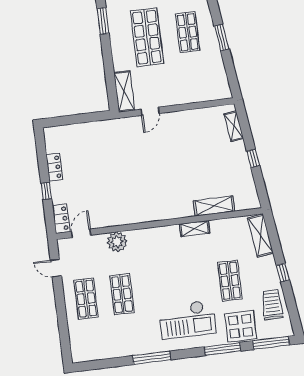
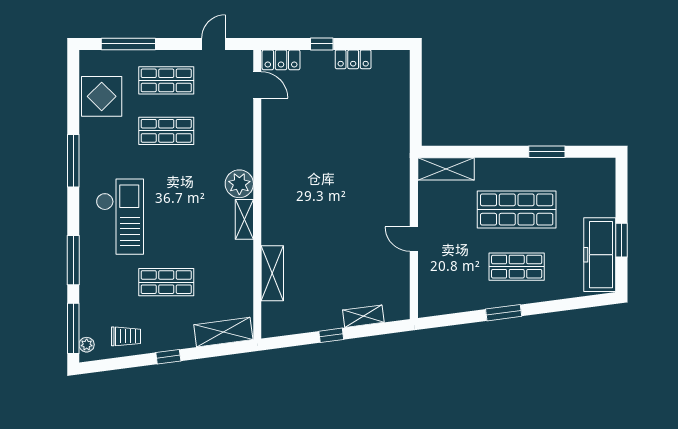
door: (150, 111) -> (414, 239), moved
shelving: (234, 126) -> (363, 316), moved
shelving: (195, 229) -> (244, 219), moved
plant: (117, 242) -> (239, 184), moved
trolley: (272, 305) -> (126, 336), width x0.73, depth x0.72
checkout: (187, 320) -> (120, 217), turned 180
display table: (240, 326) -> (102, 96), moved
window: (63, 329) -> (128, 44), added
plant: (282, 332) -> (87, 345), added

